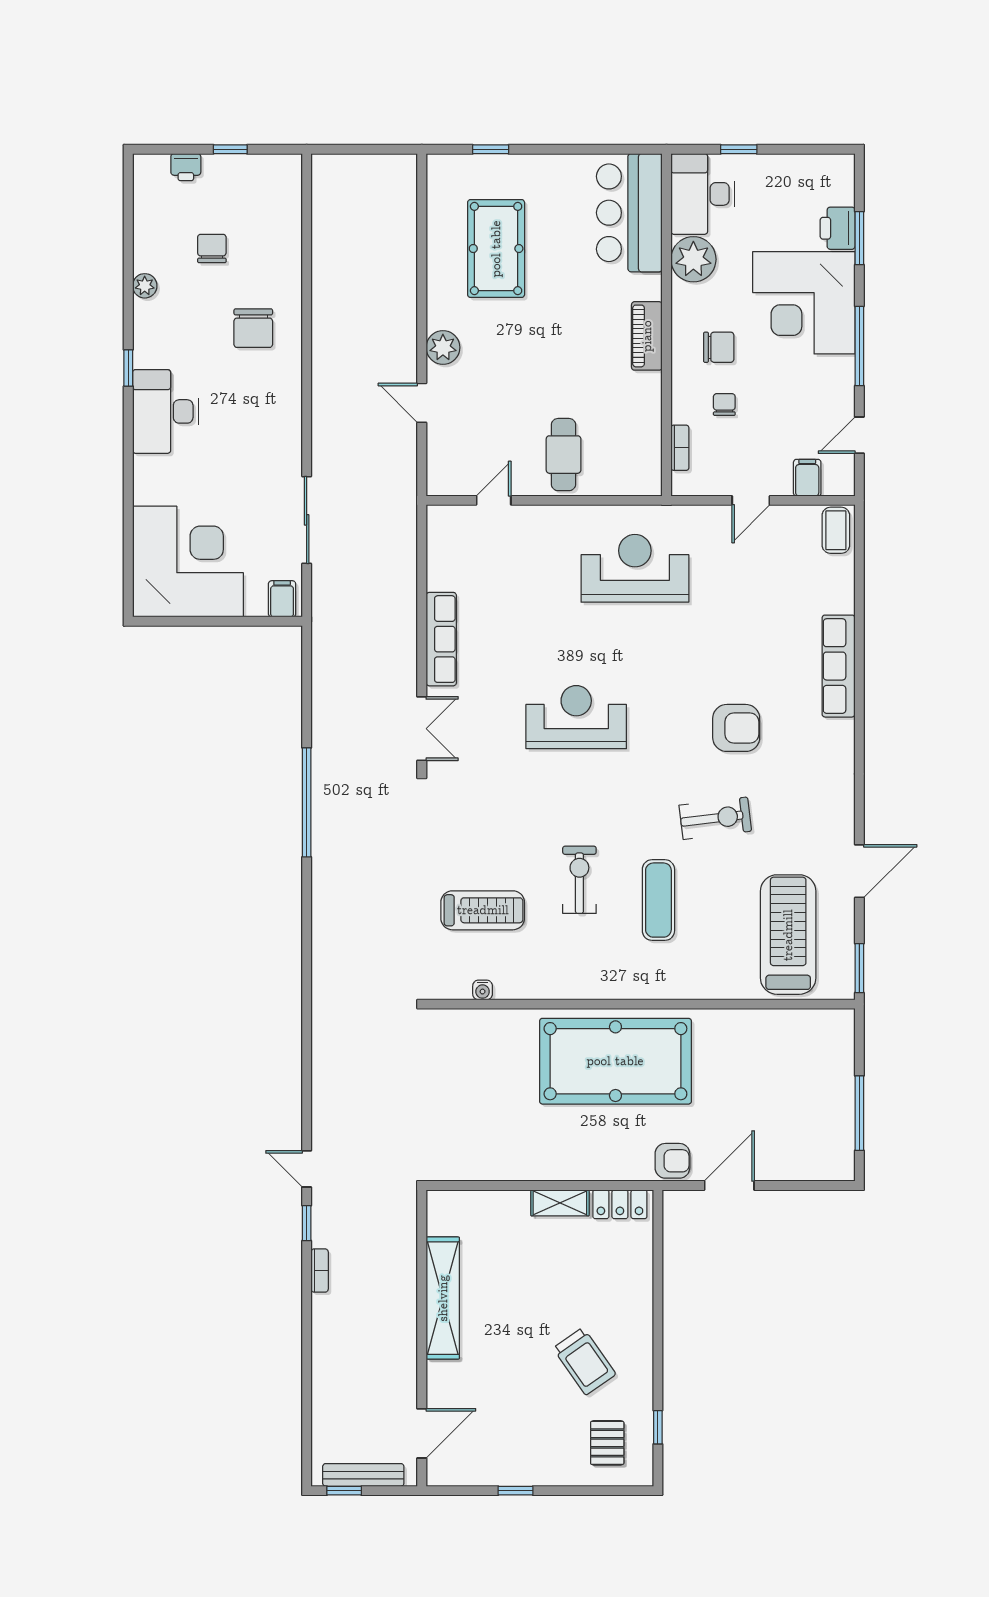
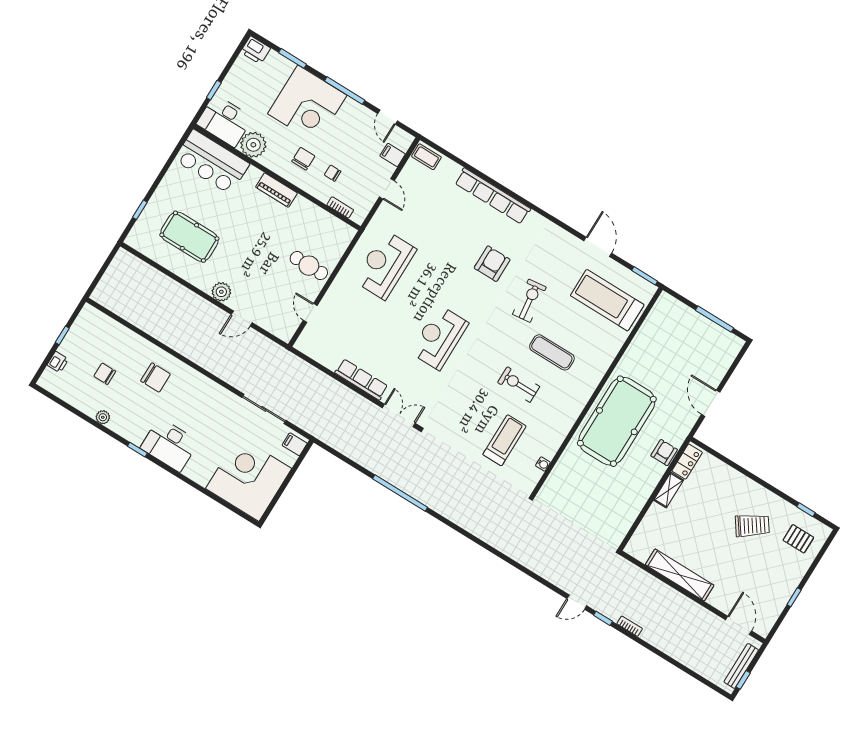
printer: (838, 228) -> (255, 50), moved
row of seats: (839, 666) -> (493, 196), width x1.36
armchair: (672, 1161) -> (664, 453), moved

